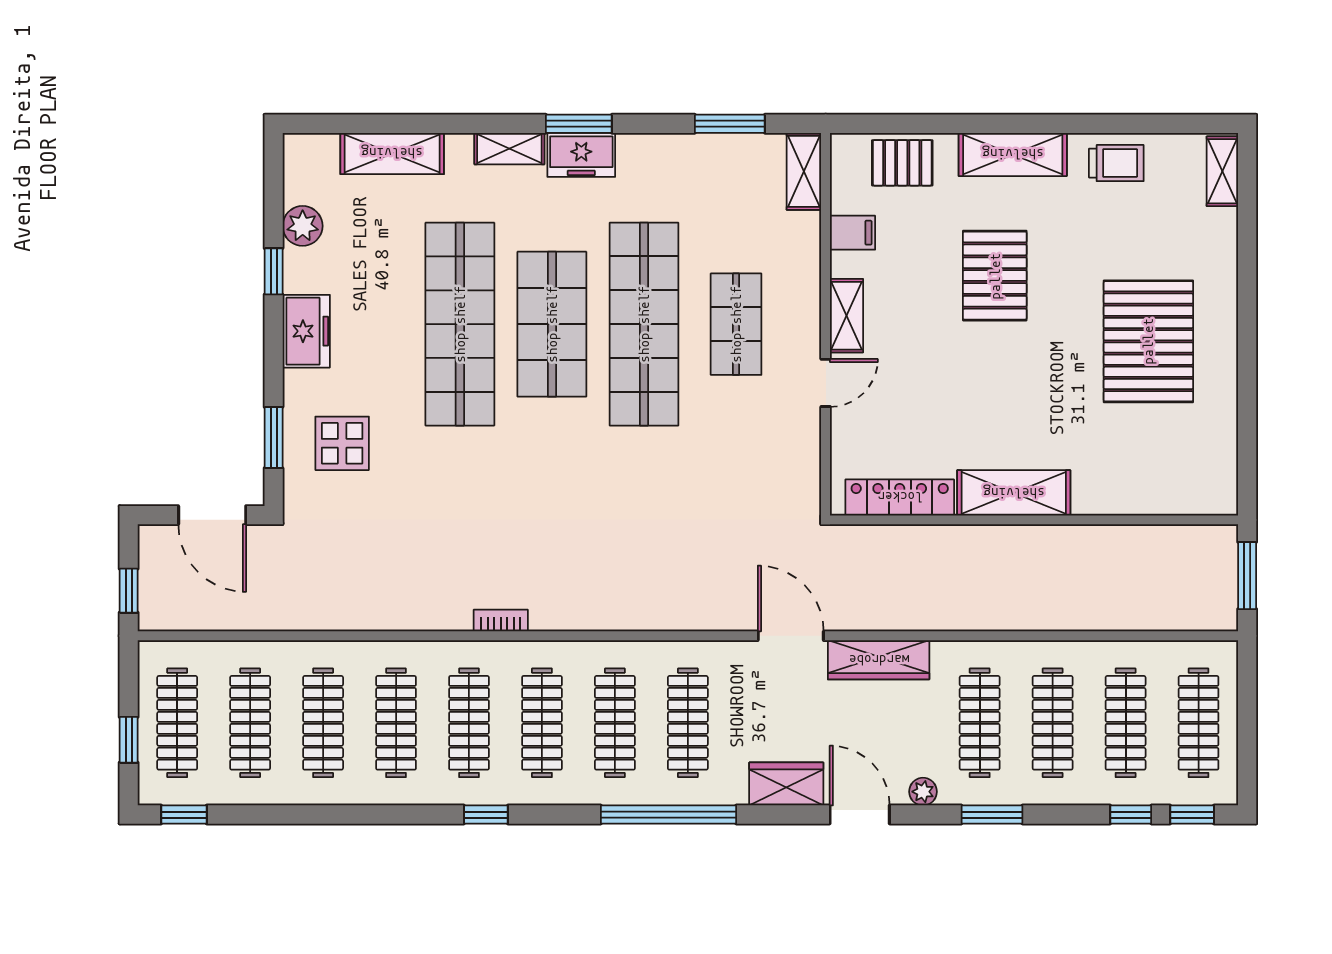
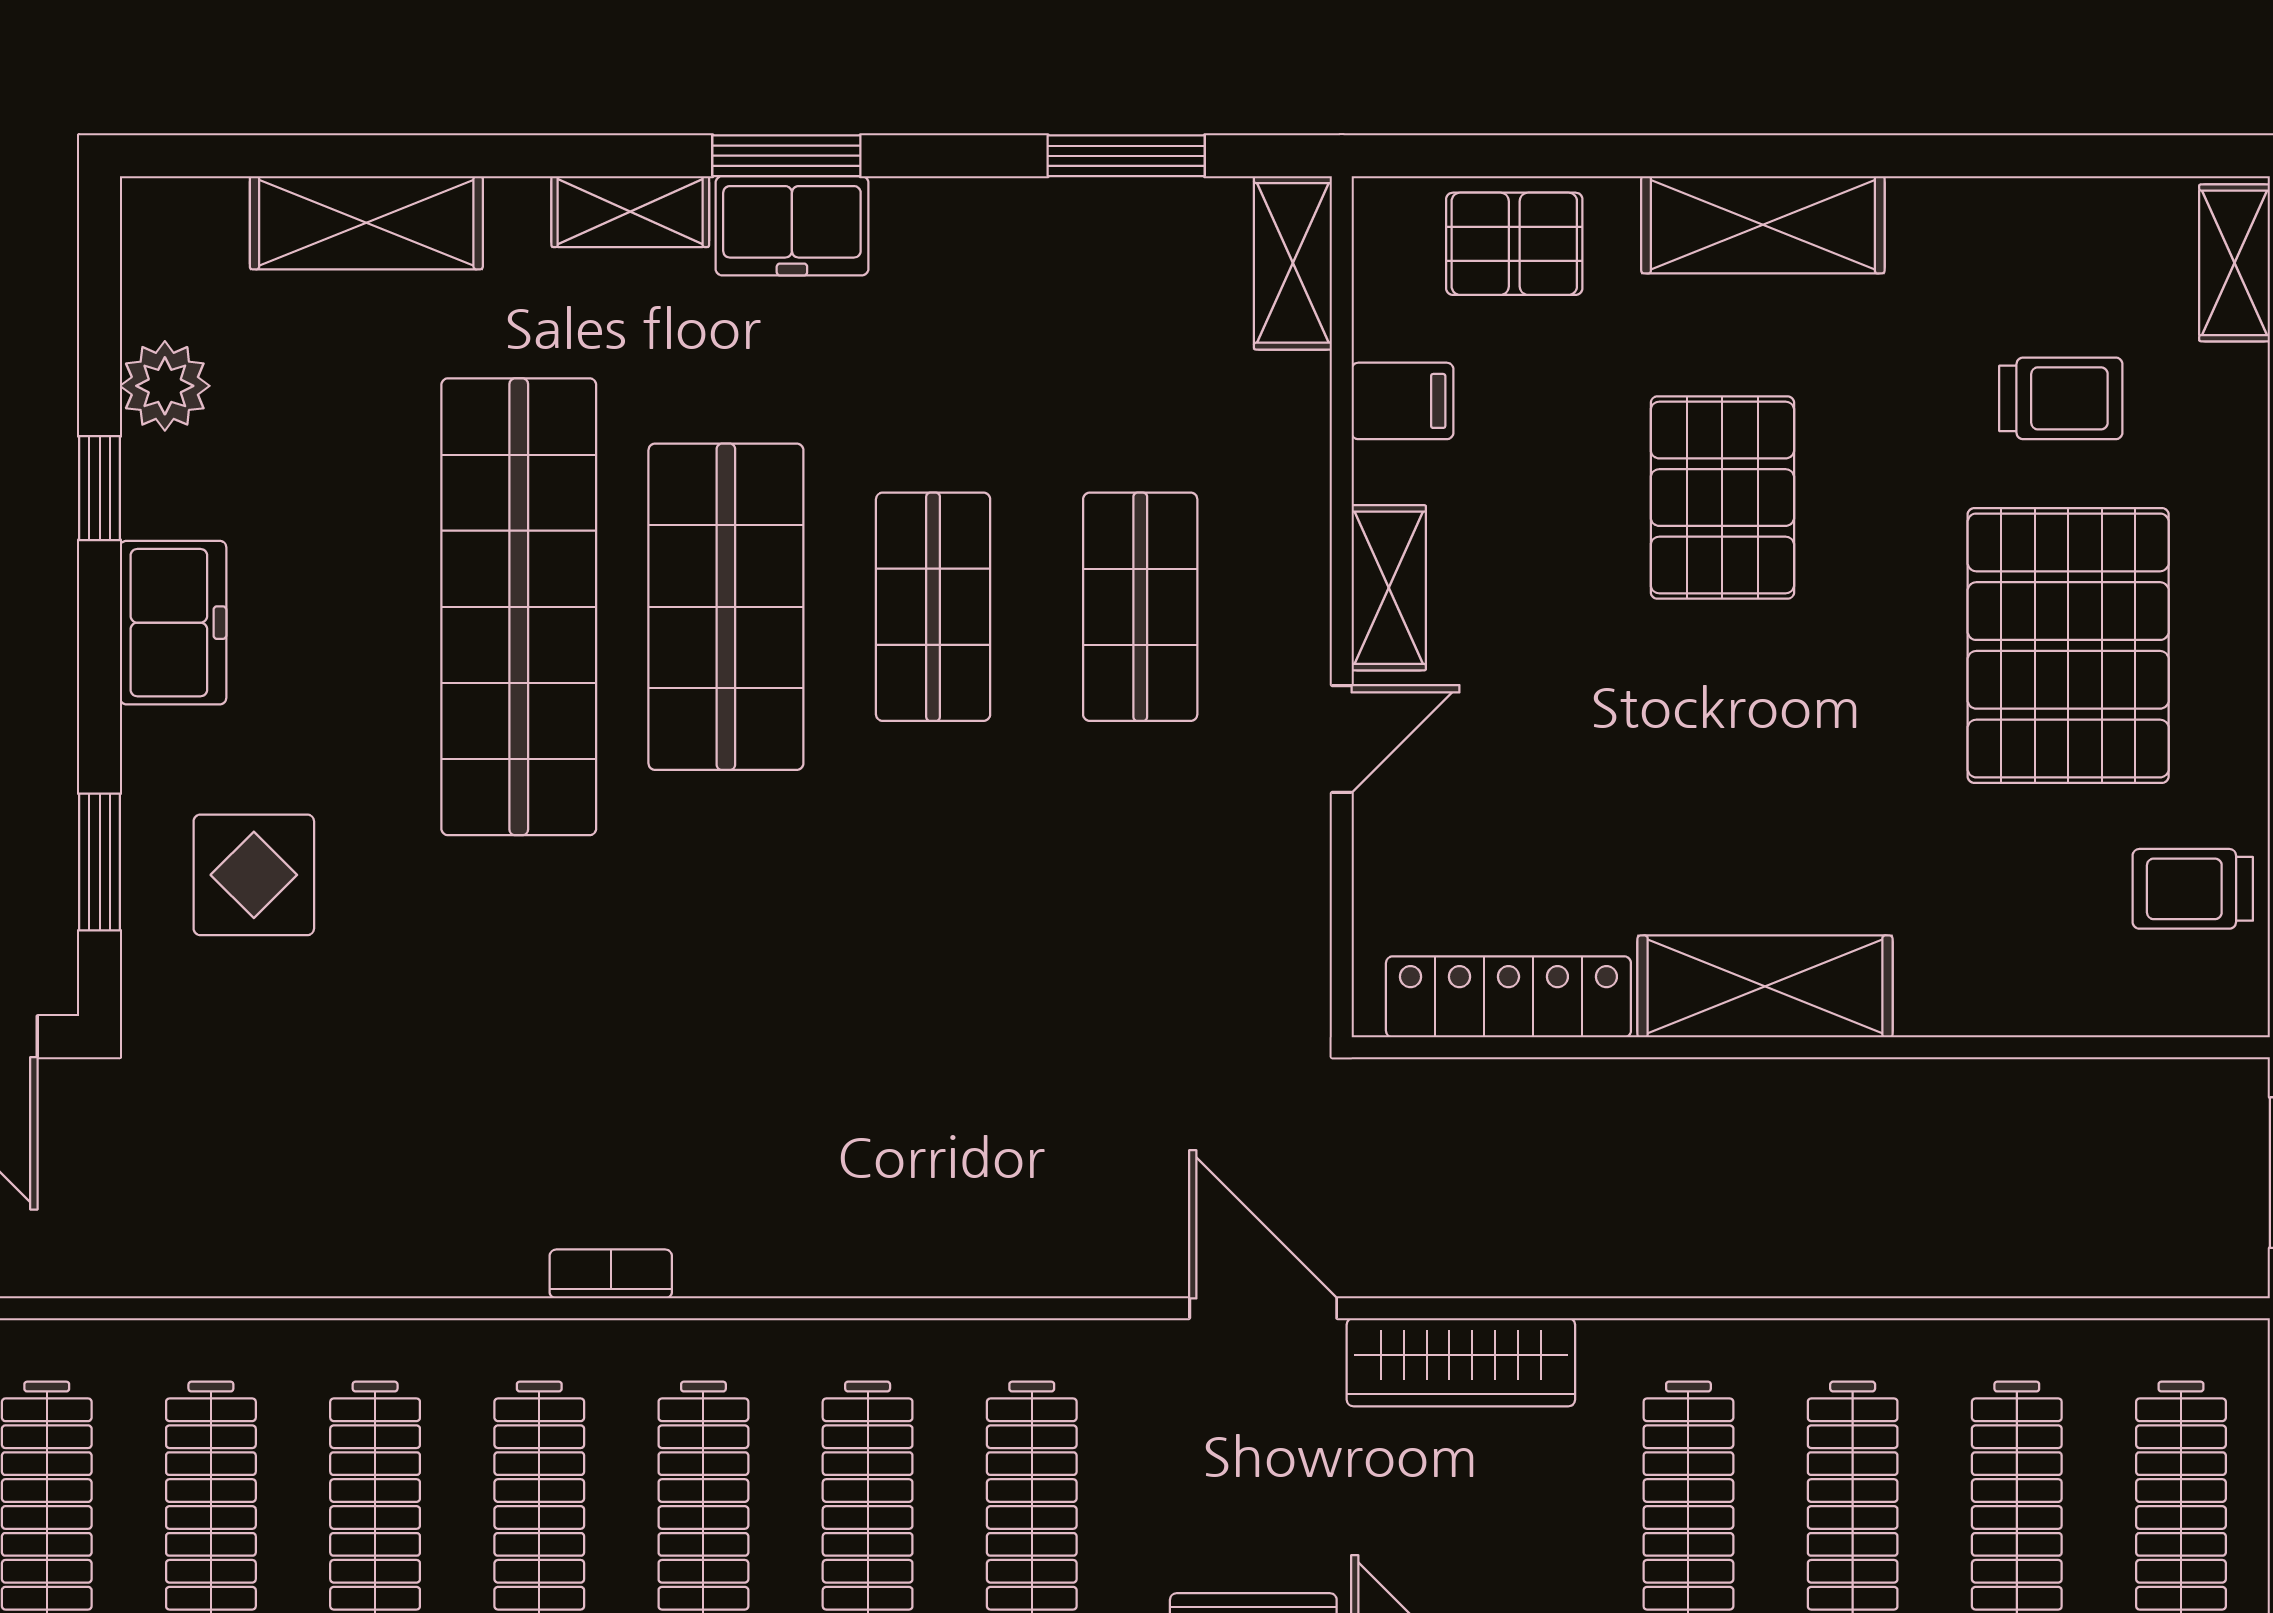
trolley: (1116, 163) -> (2061, 398), moved
shop shelf: (644, 324) -> (933, 607), width x0.50, depth x0.74
trolley: (1204, 449) -> (2193, 889), added

